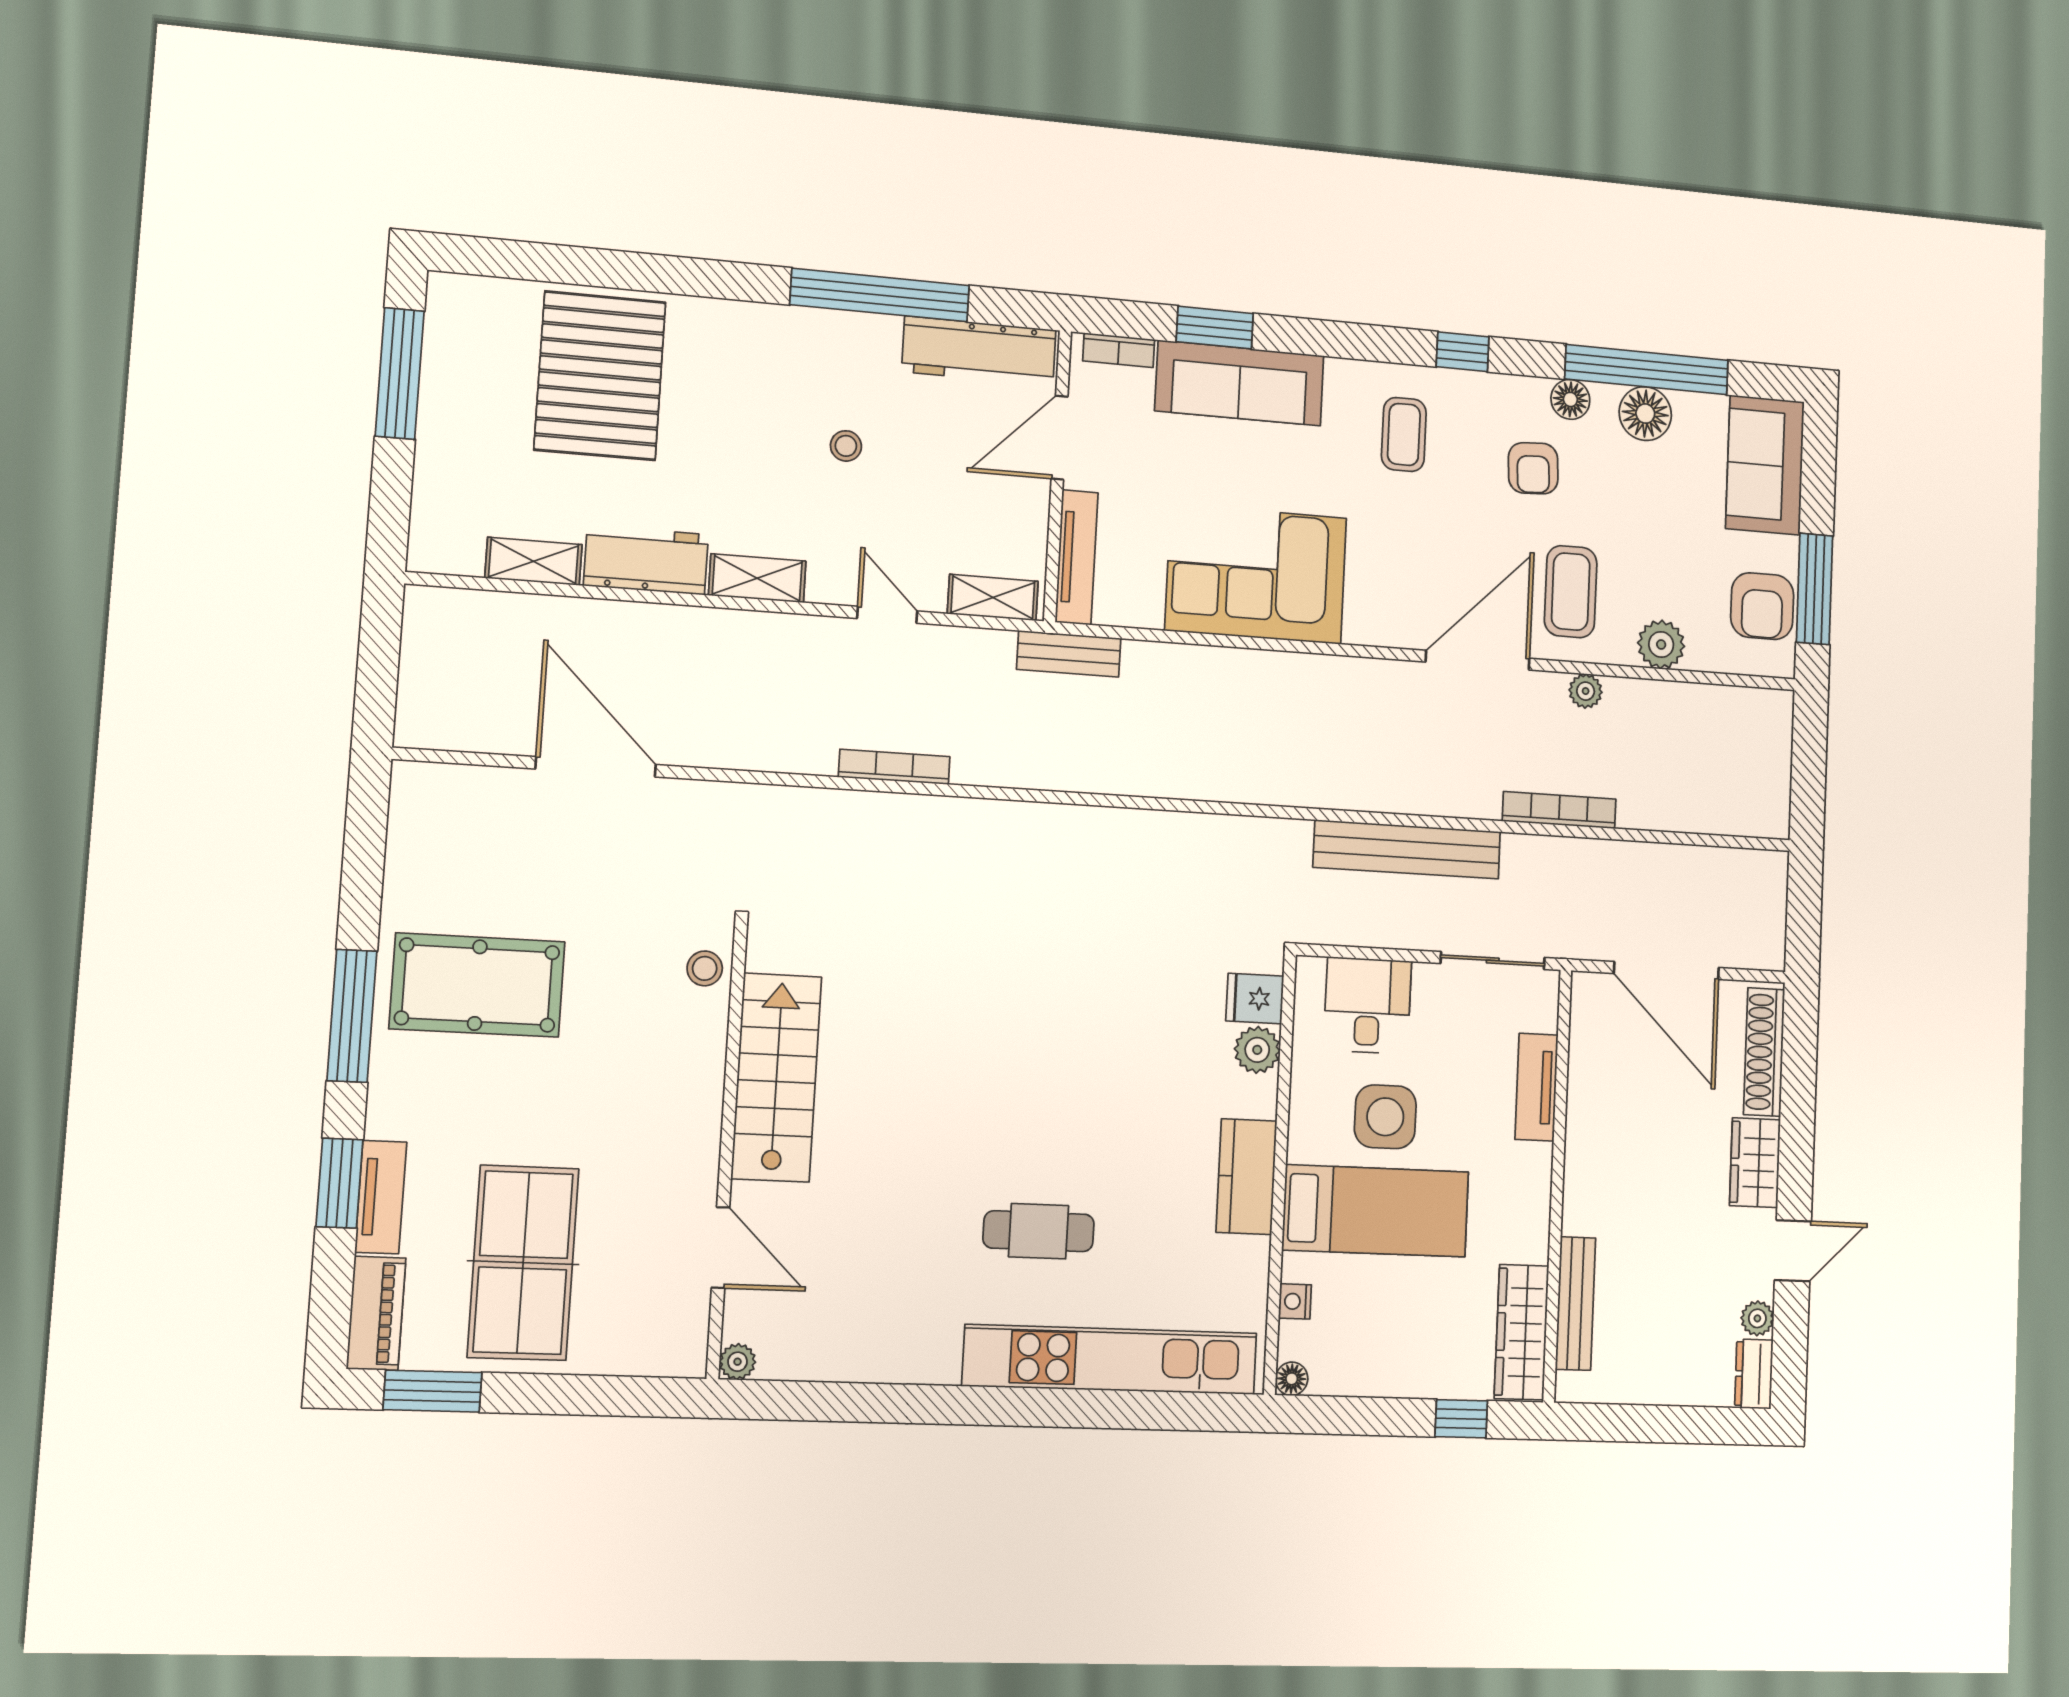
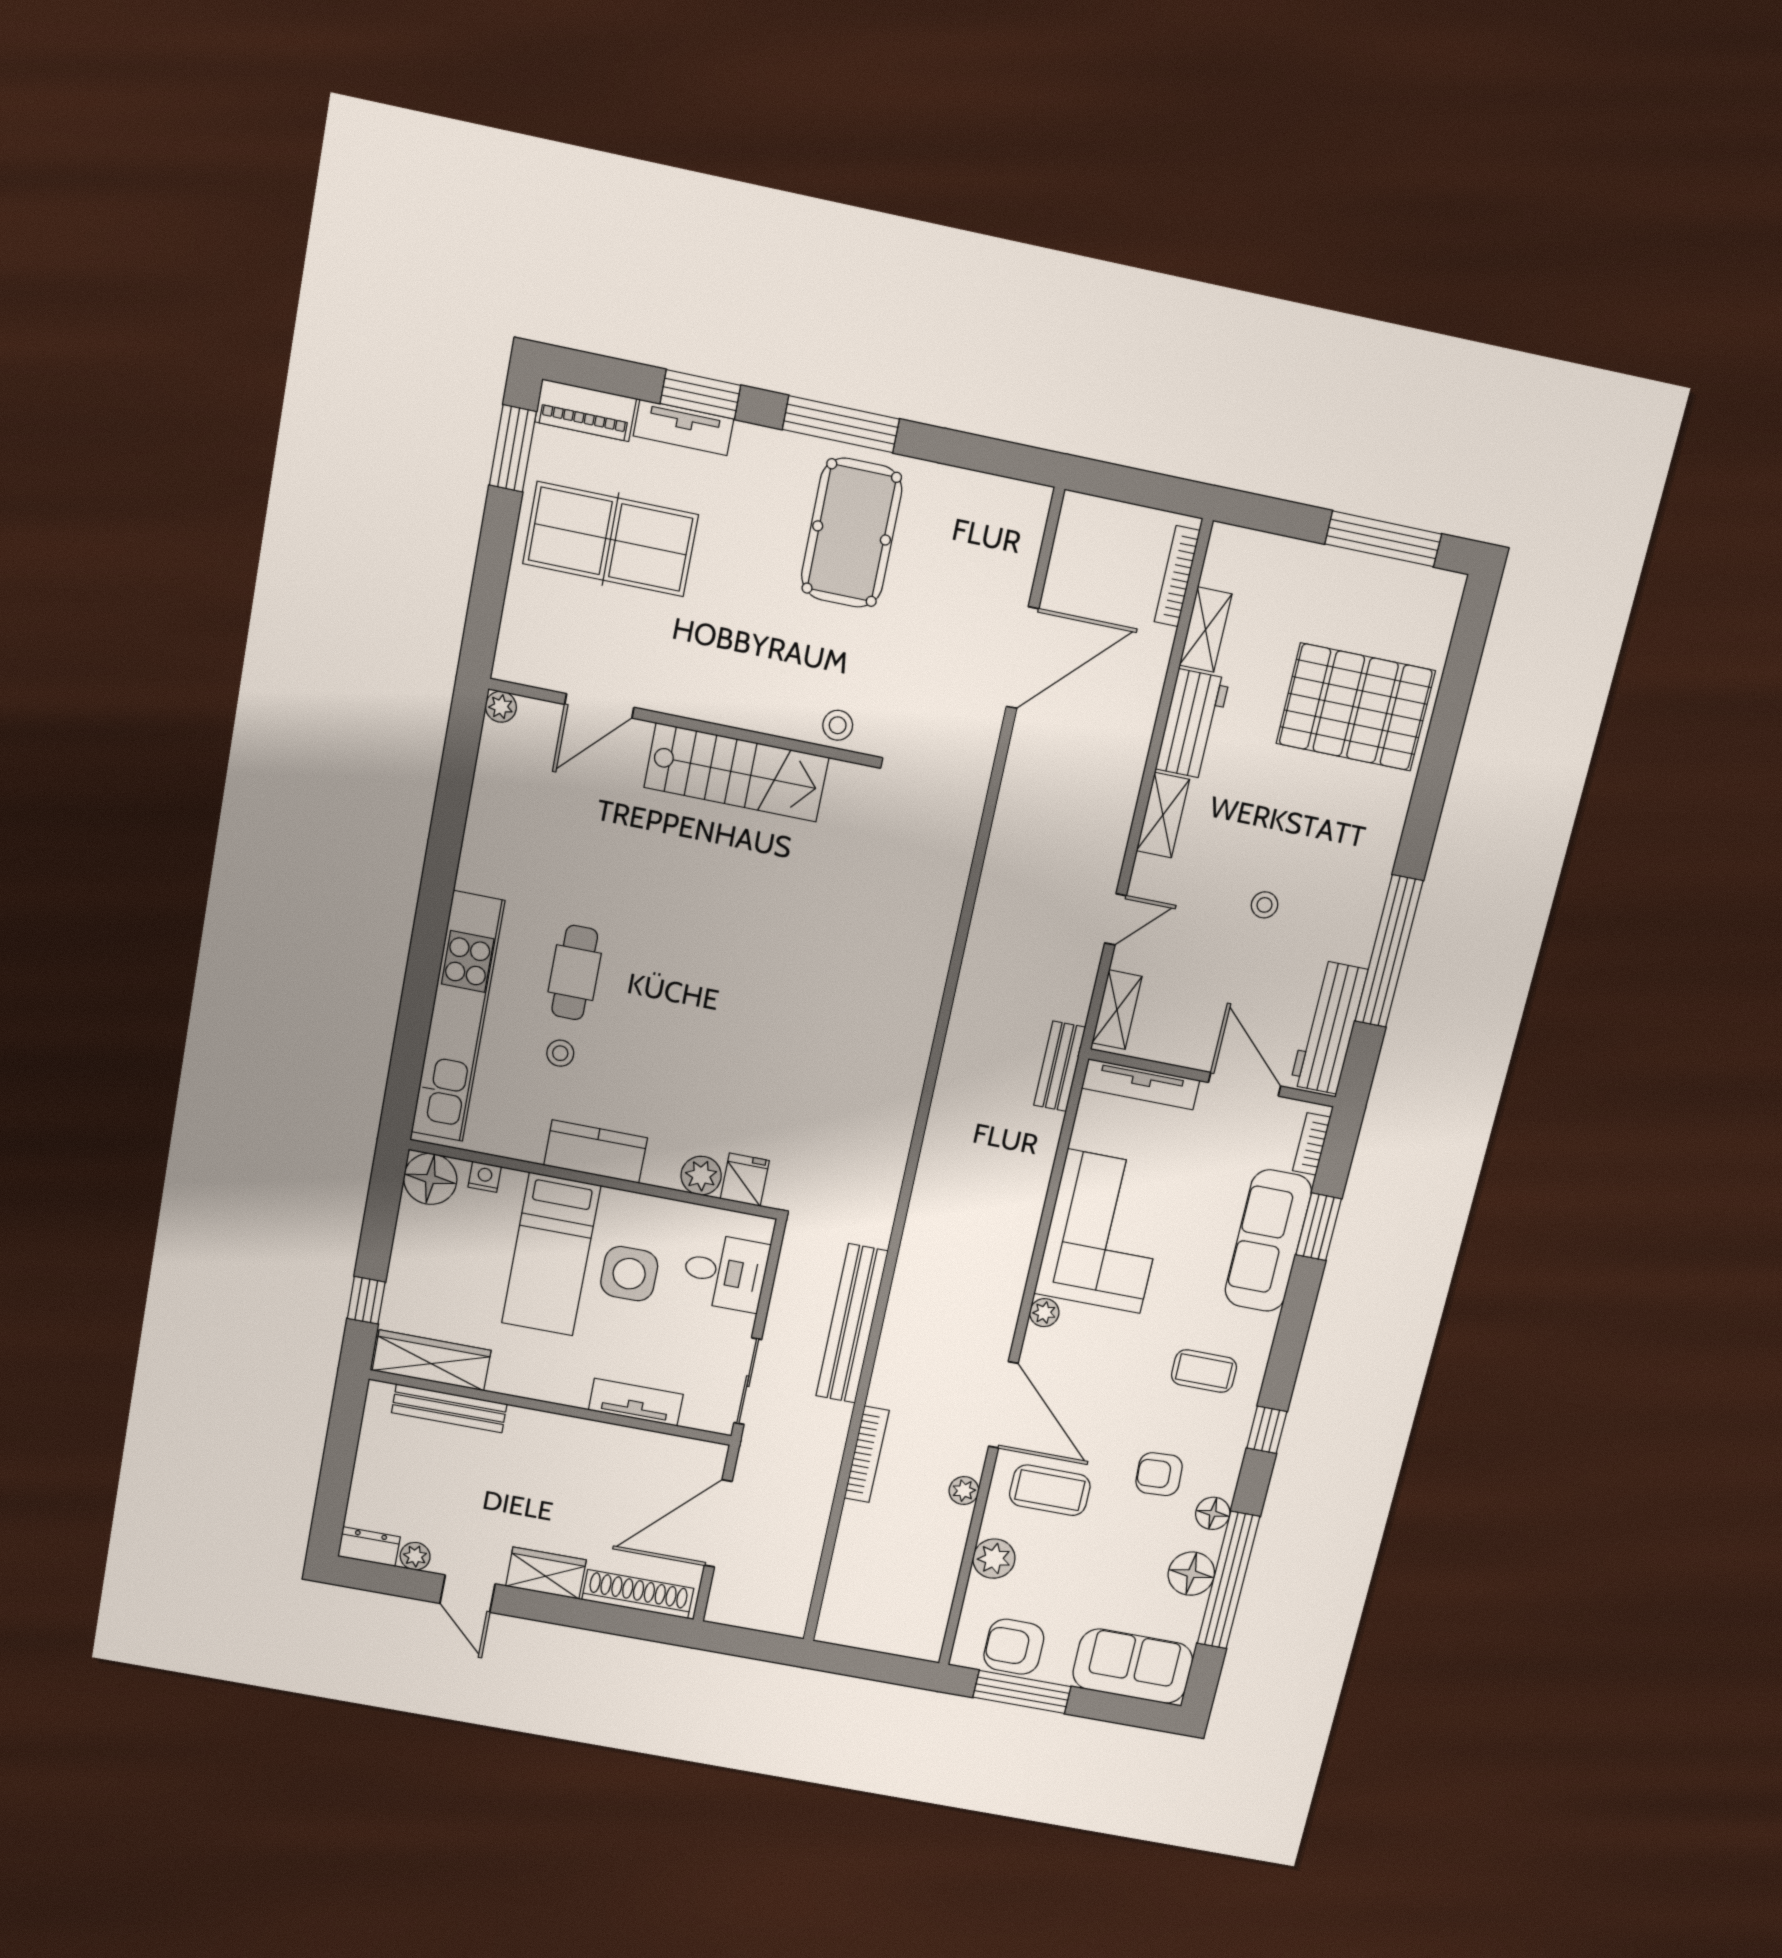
plant: (1362, 629) -> (1044, 1313), added
bookcase: (894, 767) -> (1177, 576), moved, turned 180
stool: (1136, 1234) -> (560, 1053), added
floor lamp: (1292, 1379) -> (430, 1179), width x1.89, depth x1.89

